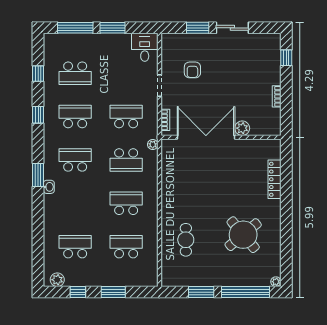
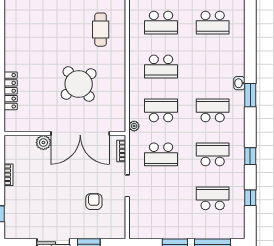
desk: (145, 47) -> (142, 224), removed
school desk: (75, 117) -> (213, 154), turned 180
school desk: (75, 160) -> (213, 110), turned 180
round table: (243, 235) -> (79, 84), moved

